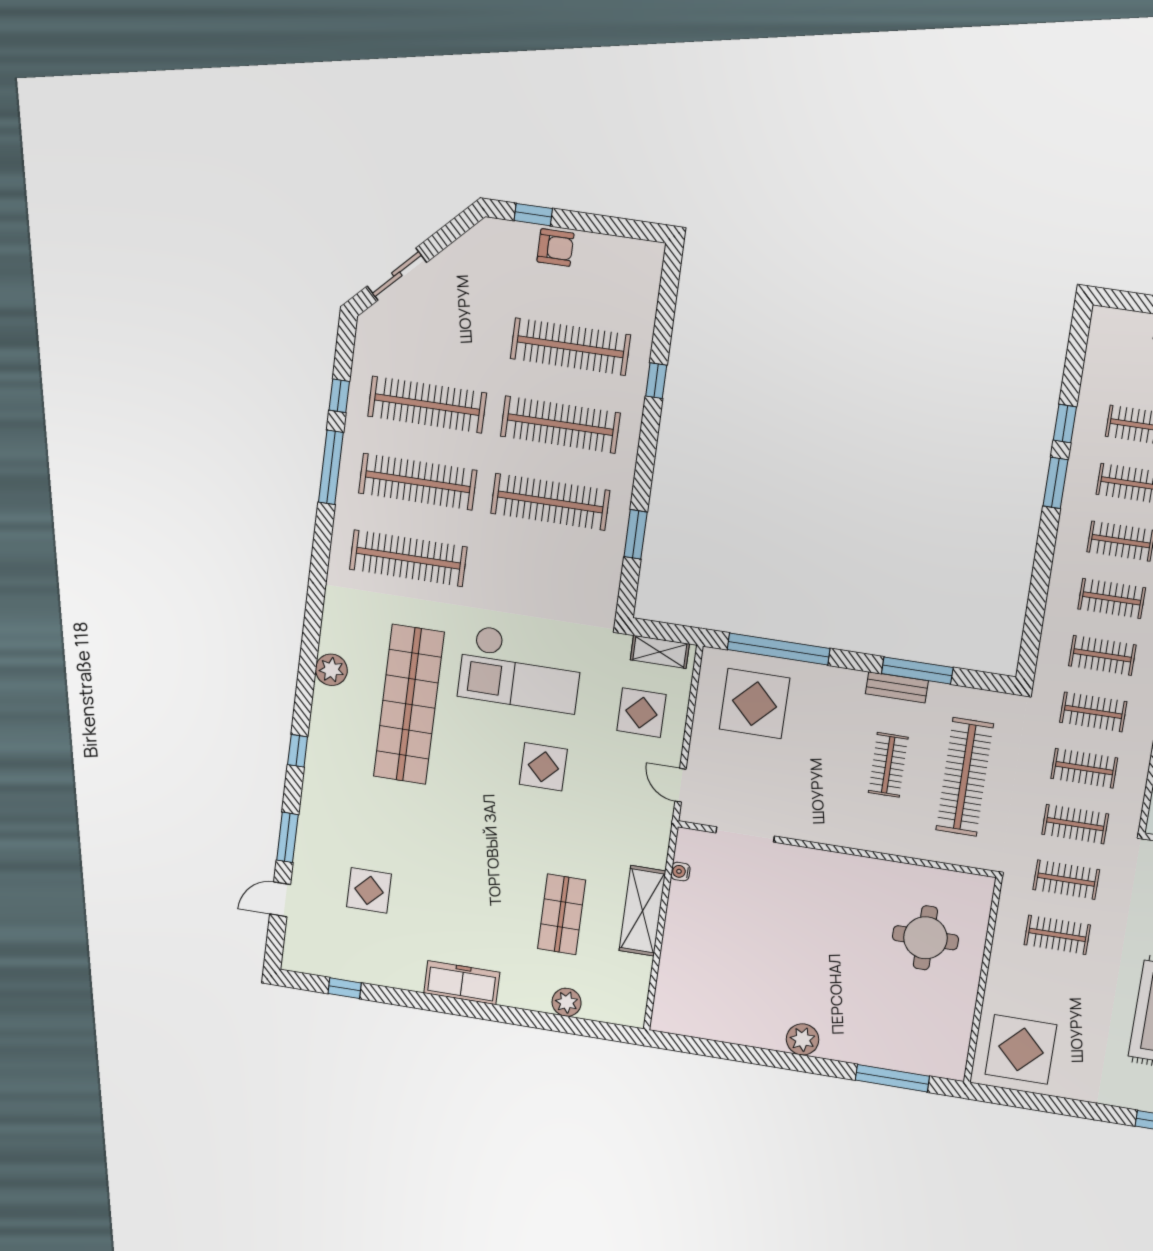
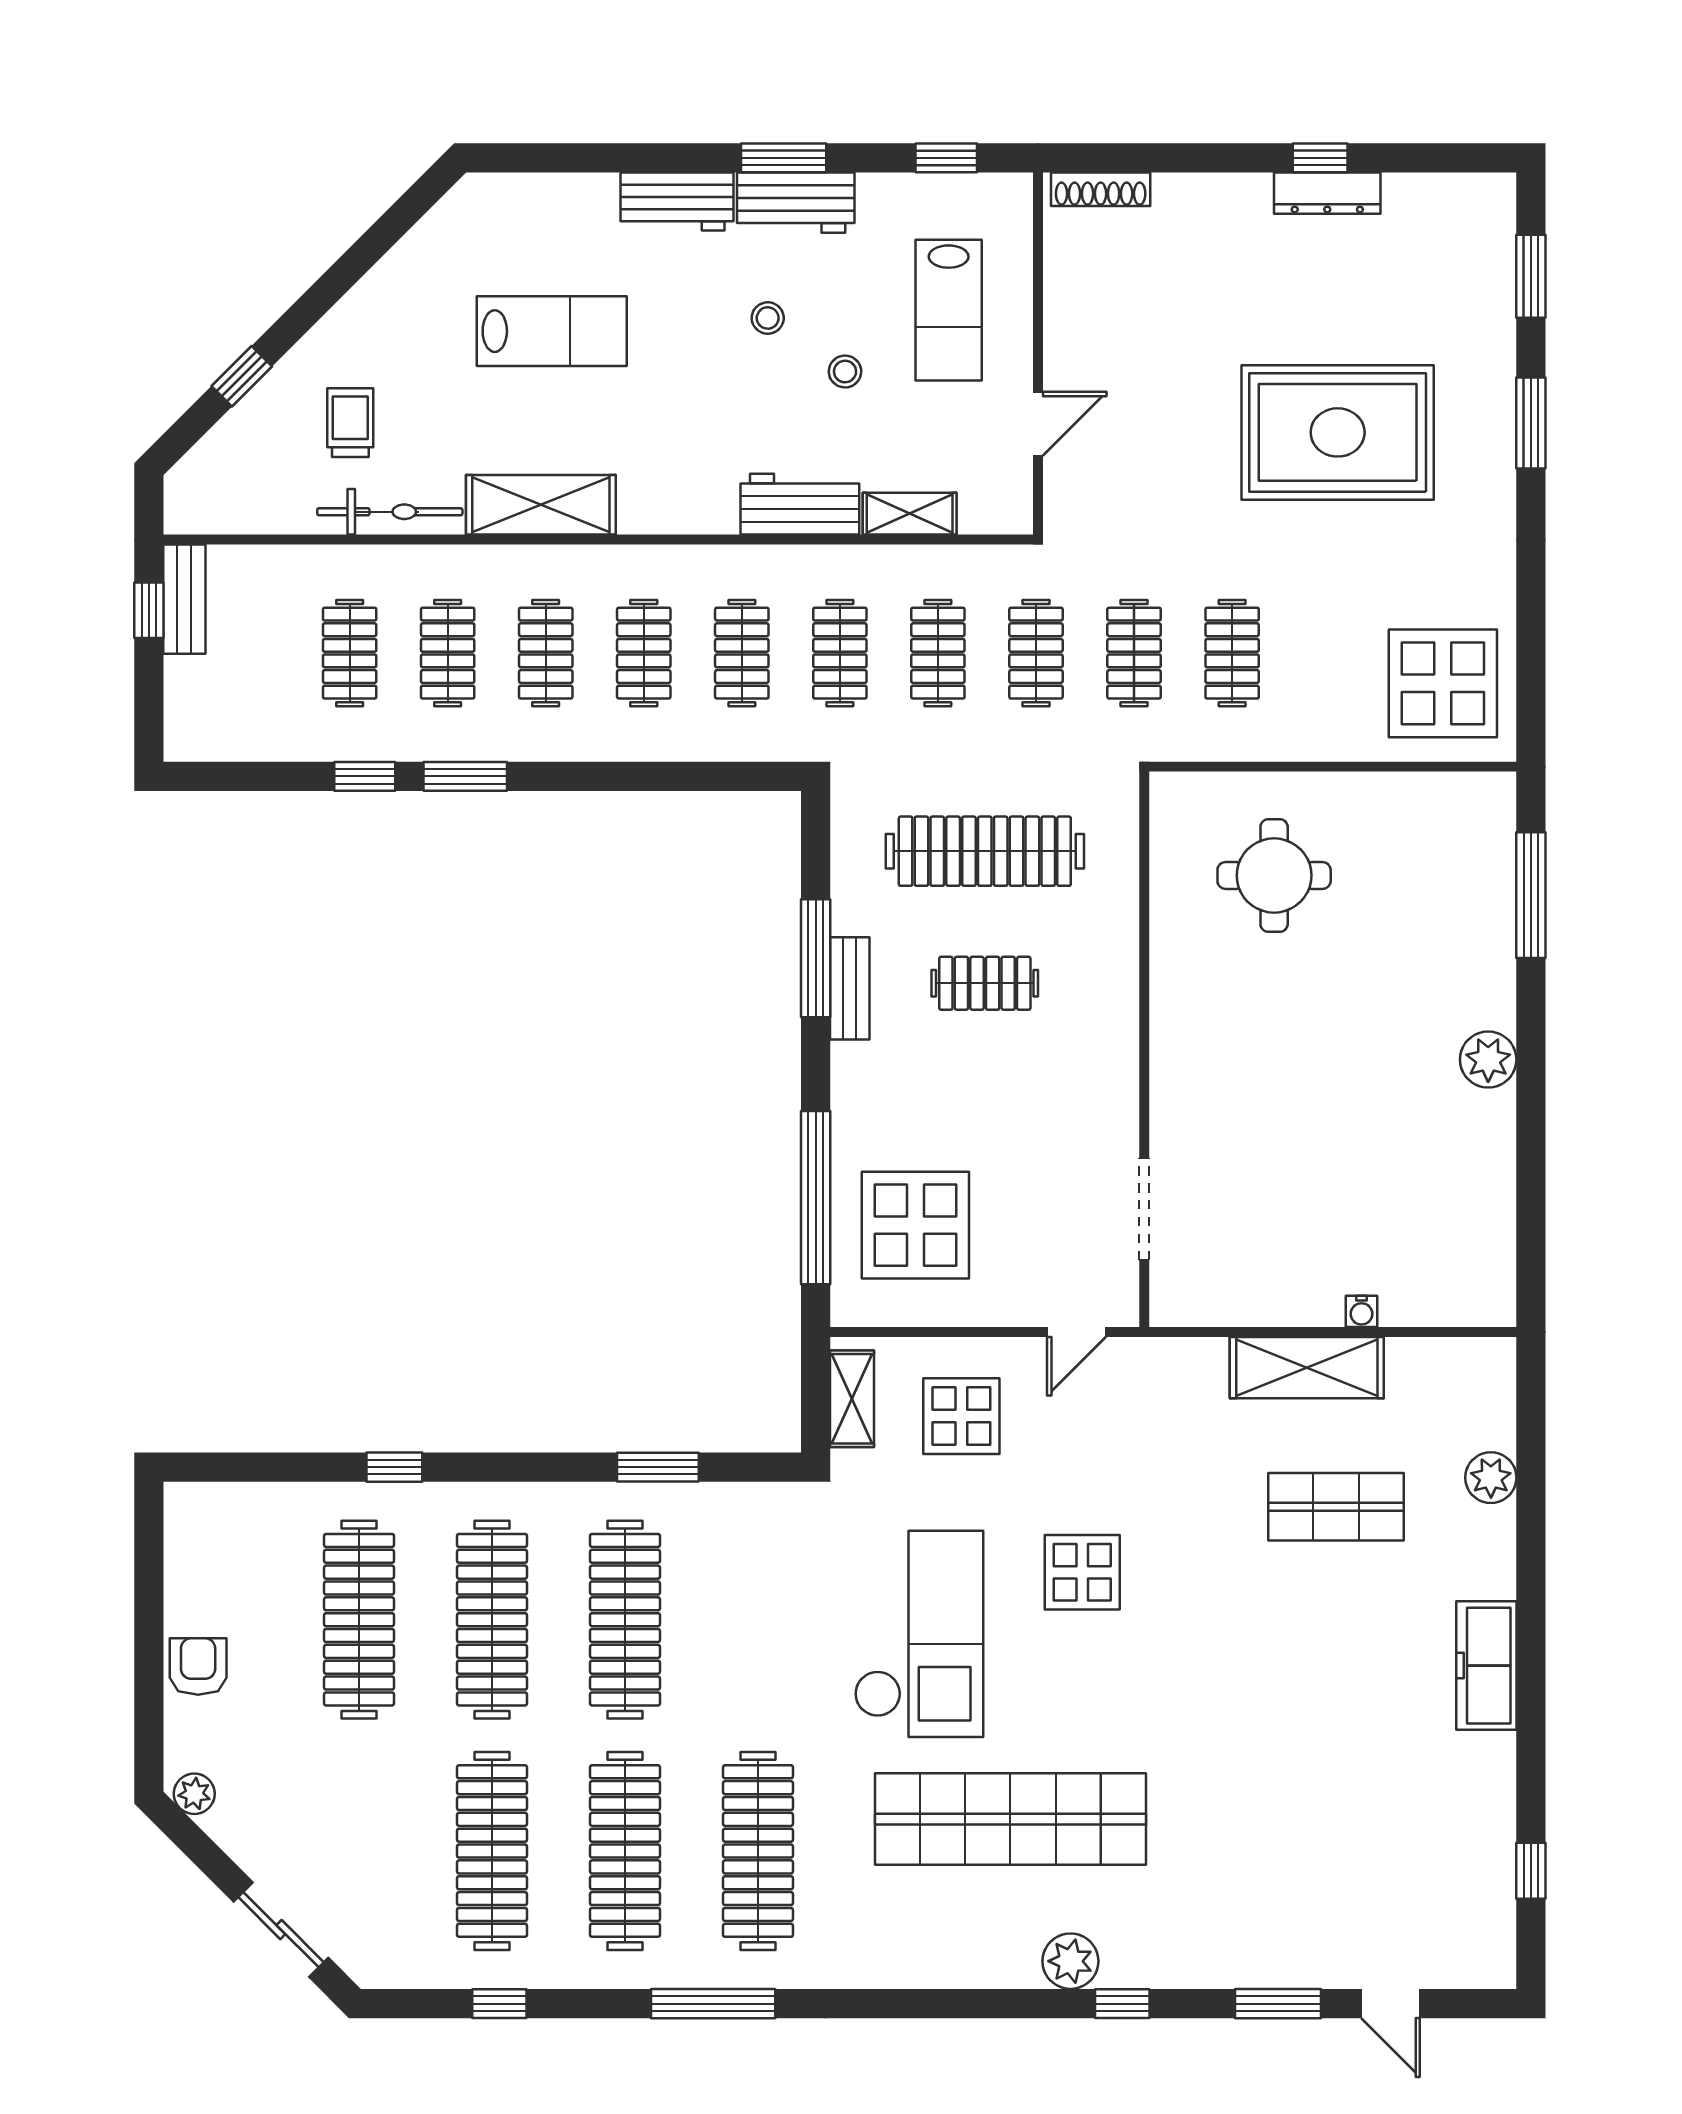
window: (533, 215) -> (149, 1711), removed
plant: (482, 234) -> (194, 1794), added
window: (331, 467) -> (713, 2004), moved
plant: (331, 670) -> (1070, 1961), moved
water cooler: (680, 872) -> (1362, 1311), moved
display table: (369, 890) -> (1349, 1849), removed

